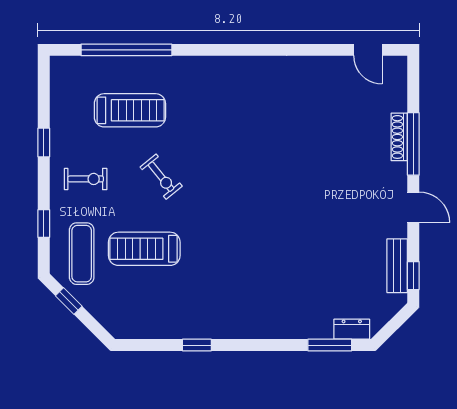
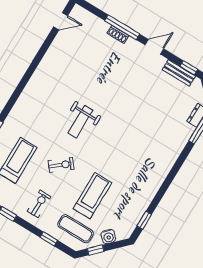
shoe rack: (399, 137) -> (118, 34), width x0.70
weight bench: (241, 167) -> (81, 122), added
treadmill: (144, 249) -> (92, 196), turned 180
water cooler: (99, 308) -> (108, 236), added
window: (197, 345) -> (144, 220), moved

